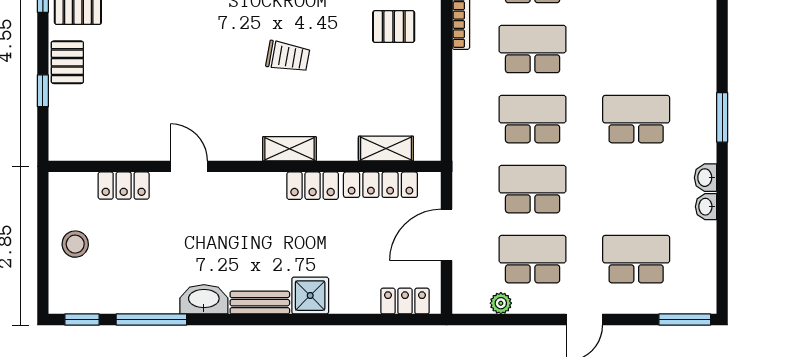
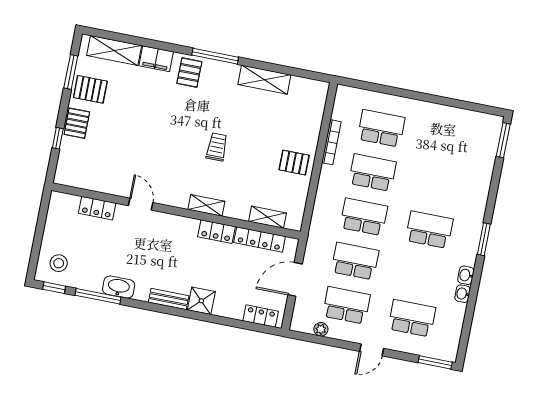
pallet: (394, 27) -> (294, 163), moved
trolley: (288, 57) -> (217, 147), turned -100
stool: (75, 244) -> (59, 263), moved
washbasin: (204, 299) -> (119, 287), moved

